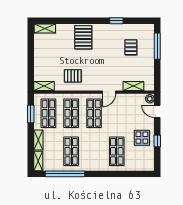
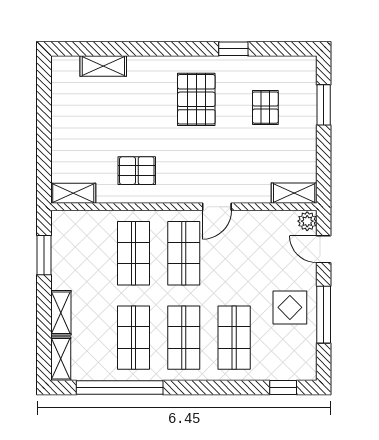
shelving: (45, 29) -> (103, 66), moved
pallet: (83, 37) -> (196, 99), moved
window: (157, 46) -> (324, 105), width x0.69
shelving: (133, 86) -> (294, 193), moved
shop shelf: (48, 113) -> (184, 338), moved
window: (157, 141) -> (324, 315), width x2.17
window: (139, 174) -> (283, 387), added

